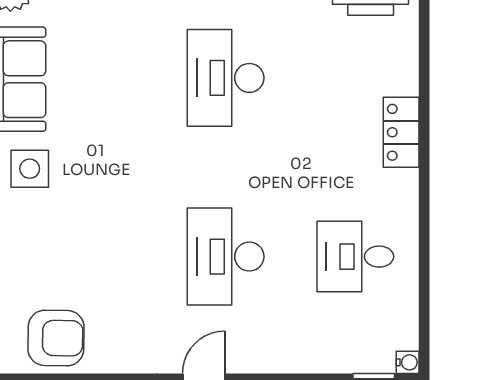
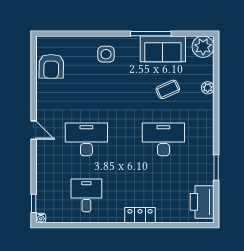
coffee table: (110, 68) -> (168, 89), added
side table: (30, 169) -> (106, 54), moved

